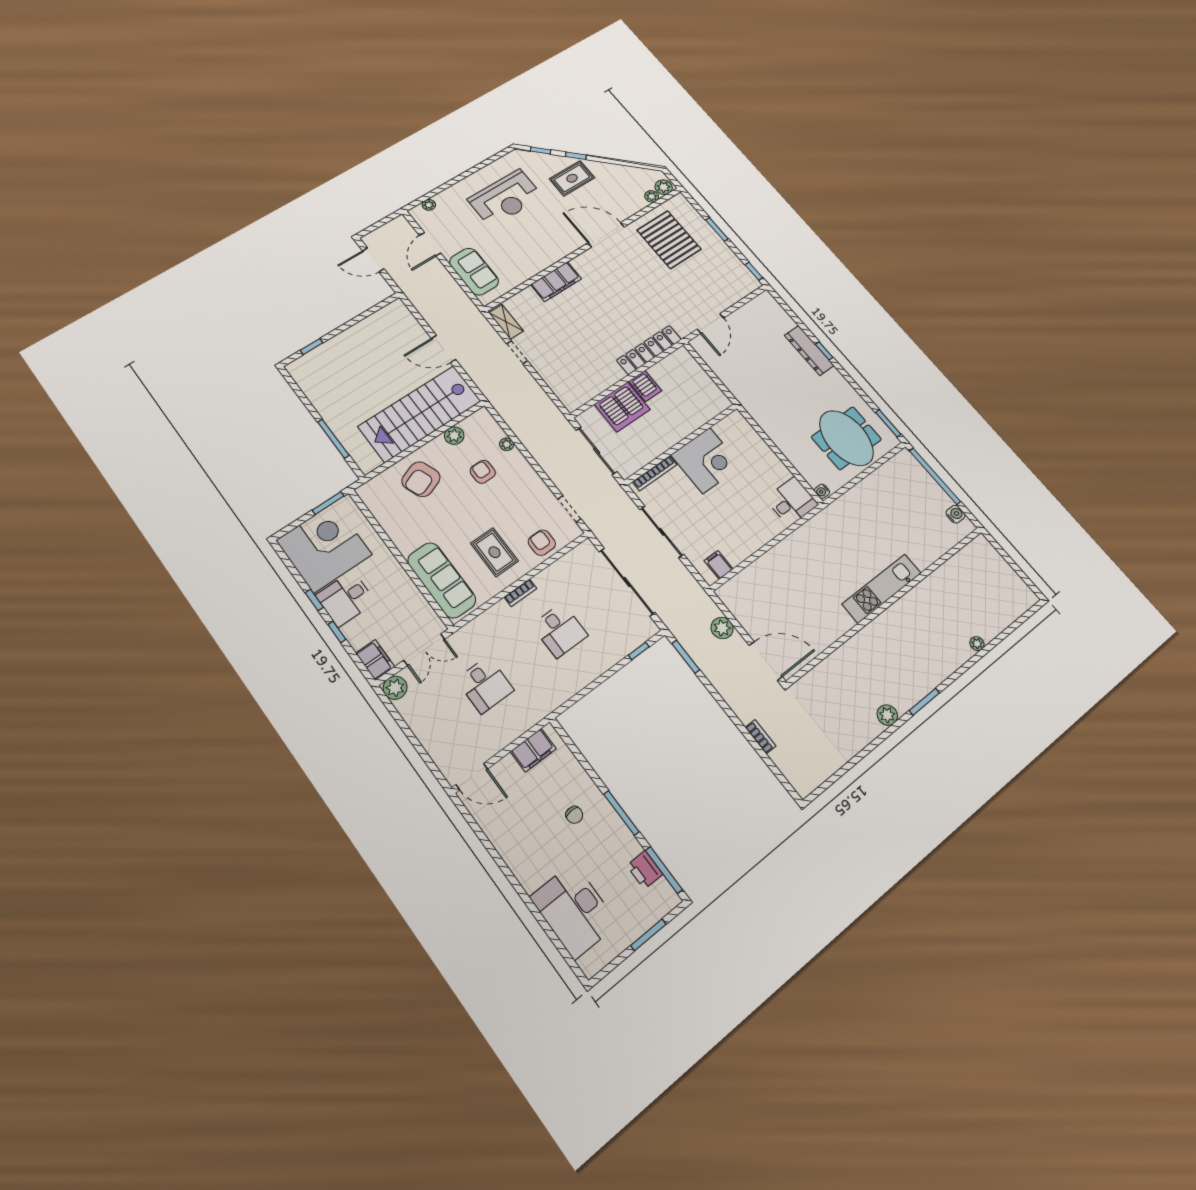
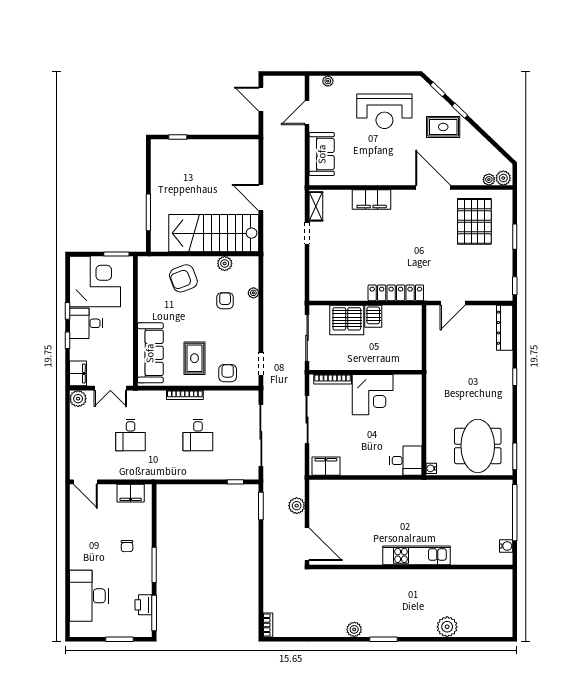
dresser: (809, 350) -> (505, 328), moved
filing cabinet: (719, 565) -> (326, 466), width x2.00
bookcase: (520, 593) -> (185, 395), width x1.56
plant: (977, 644) -> (447, 627), width x1.88, depth x1.88
bookcase: (761, 737) -> (268, 625), moved

